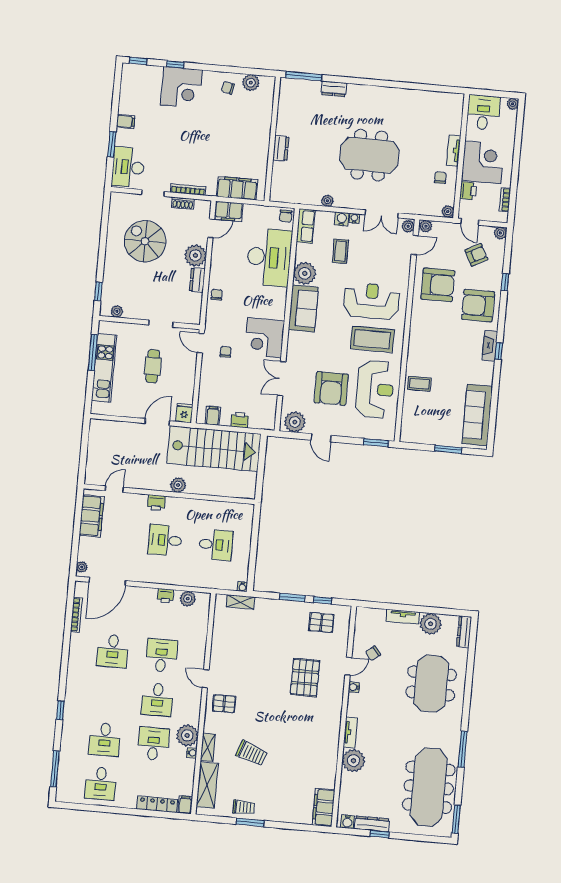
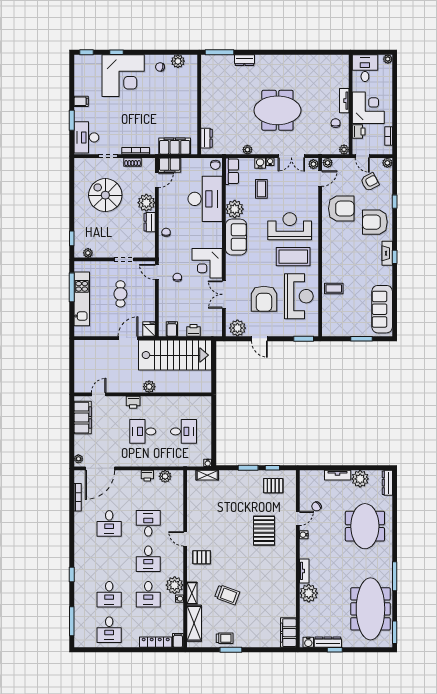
corner desk: (182, 87) -> (123, 76), width x1.36, depth x1.36
dresser: (281, 148) -> (207, 138), moved
desk: (153, 744) -> (148, 594), turned 180

